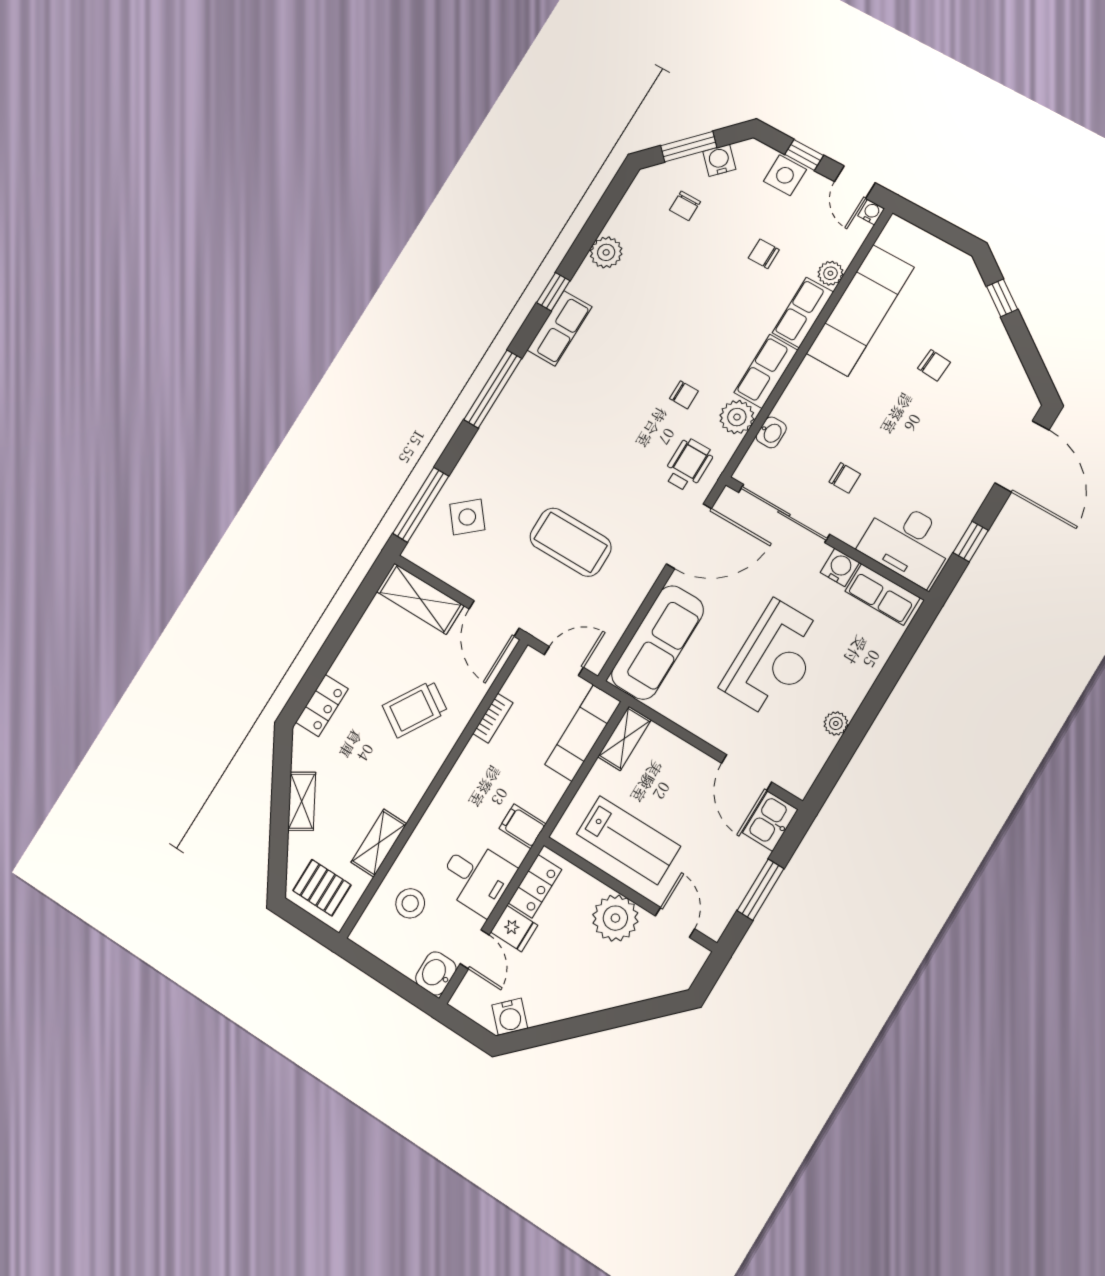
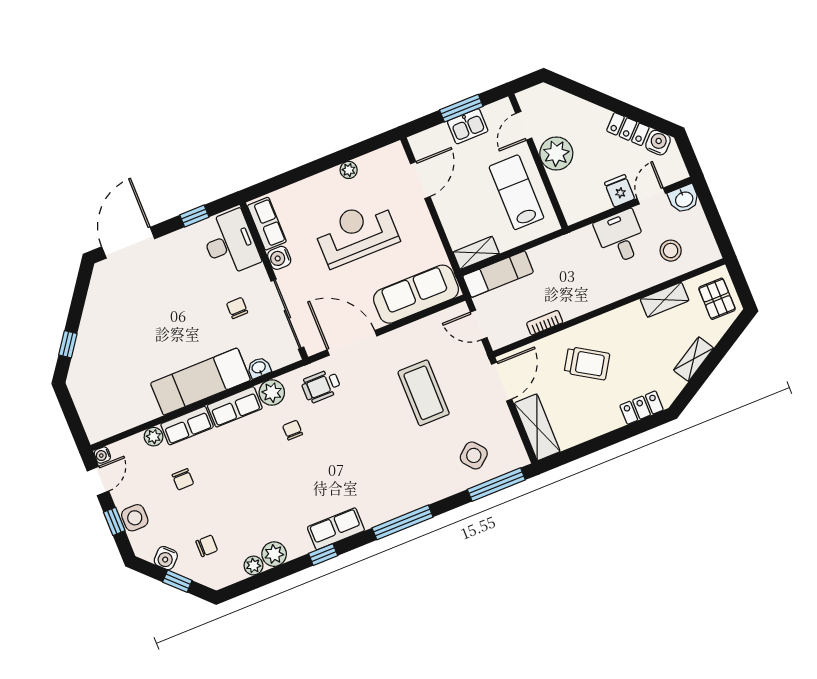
window: (689, 147) -> (177, 581), width x0.67
plant: (619, 224) -> (253, 565), added
exam couch: (860, 310) -> (200, 382), moved
chair: (934, 365) -> (136, 335), removed
kitchen sink: (770, 821) -> (468, 126), moved
filing cabinet: (522, 826) -> (572, 246), removed
locker: (535, 886) -> (628, 129), moved, turned -135

